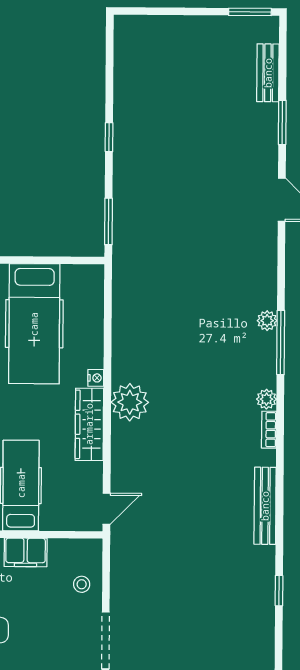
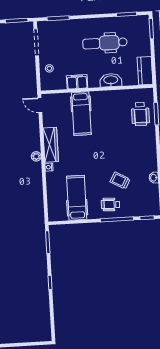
hospital bed: (34, 324) -> (77, 198), width x0.73, depth x0.78
plant: (130, 402) -> (36, 156), width x0.53, depth x0.53
door: (106, 509) -> (40, 105), hinge flipped

